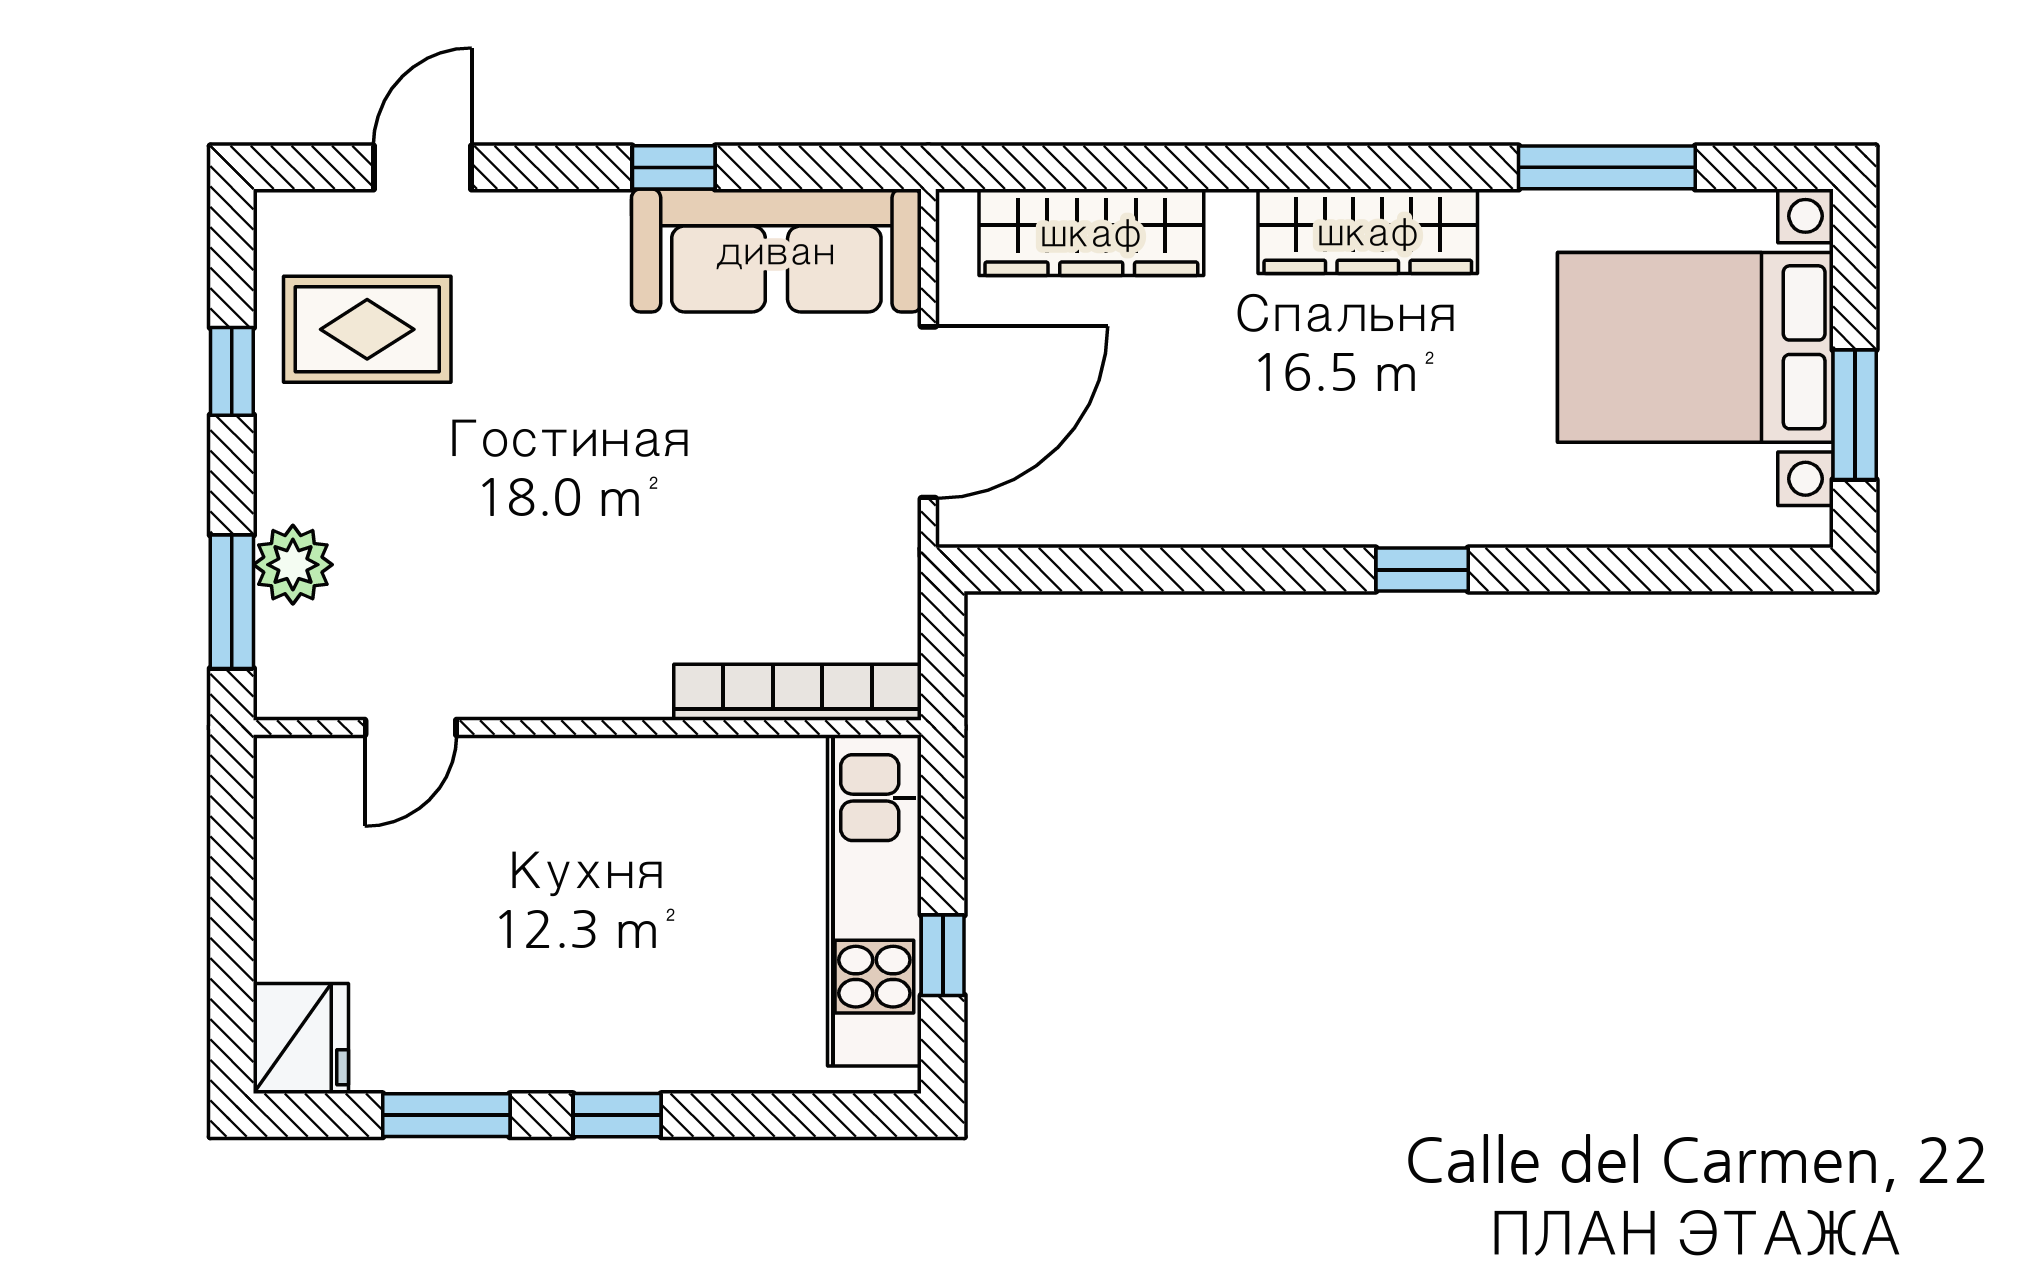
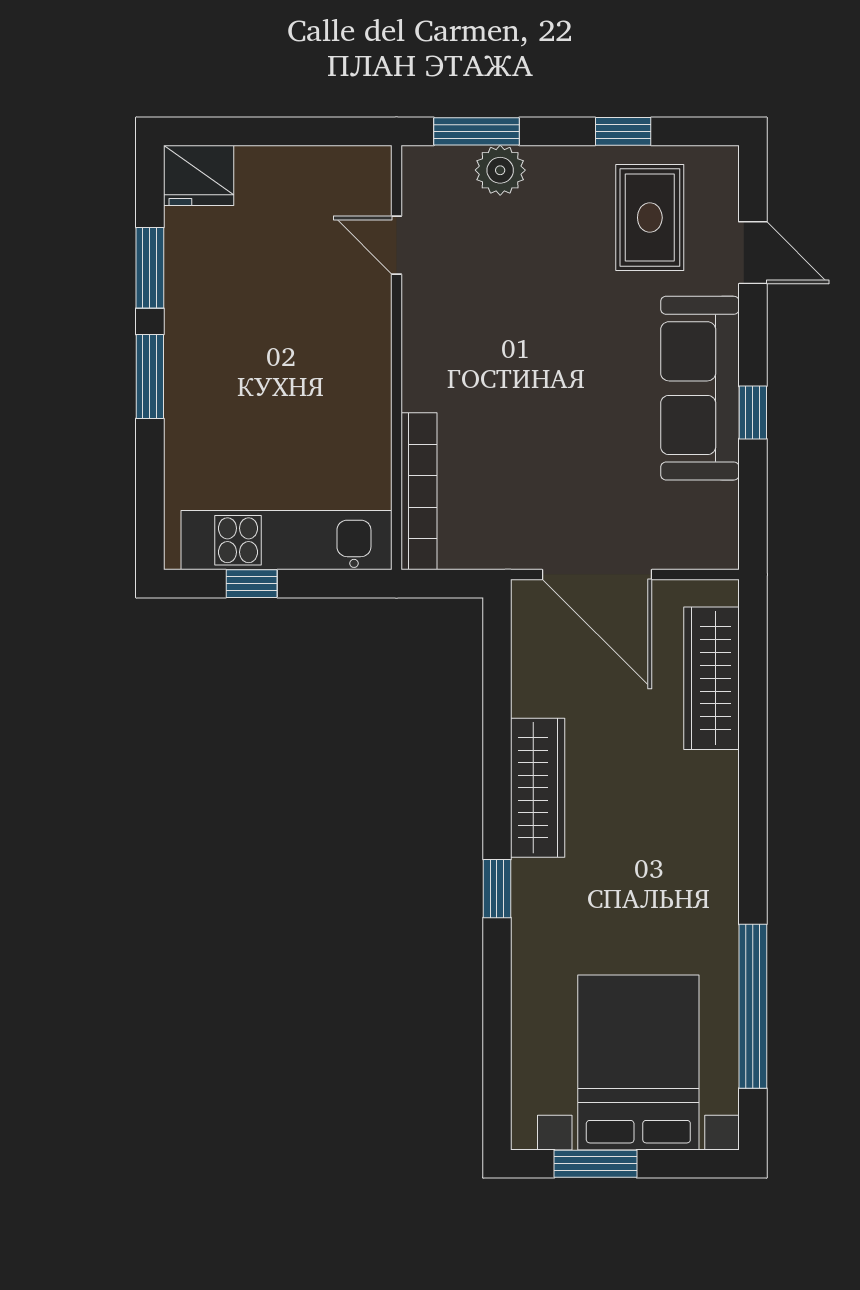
window: (1607, 167) -> (753, 1006), width x1.46
wardrobe: (1368, 231) -> (538, 788), moved, turned 180
sofa: (776, 250) -> (700, 388), moved
window: (617, 1115) -> (150, 376), width x1.50

